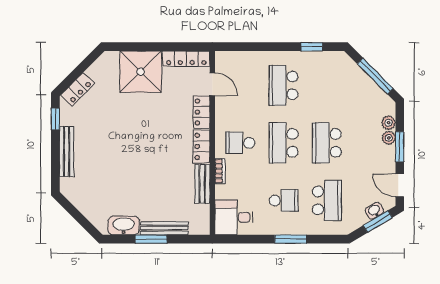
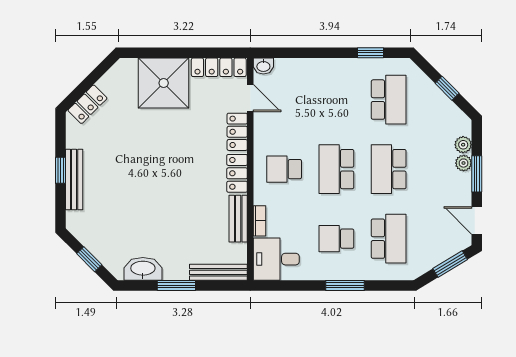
window: (375, 76) -> (447, 88), width x0.46
school desk: (284, 85) -> (389, 100), moved, turned 180
window: (55, 119) -> (60, 170), moved
bookcase: (220, 171) -> (259, 221), moved
school desk: (284, 200) -> (336, 239), turned 180
washbasin: (374, 211) -> (263, 66), moved, turned -149
window: (79, 217) -> (89, 259), added
bench: (164, 228) -> (218, 272), moved

